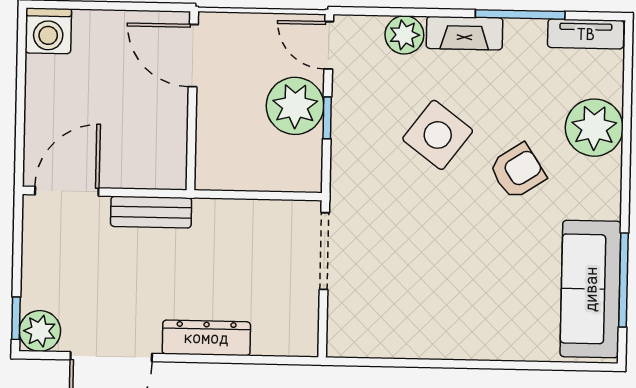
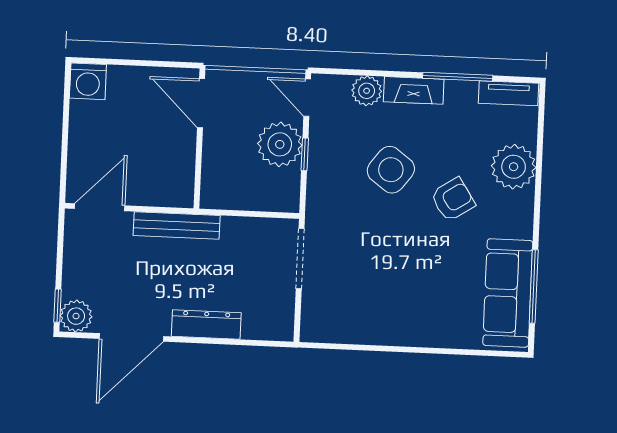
bench: (151, 212) -> (177, 225), width x1.36

